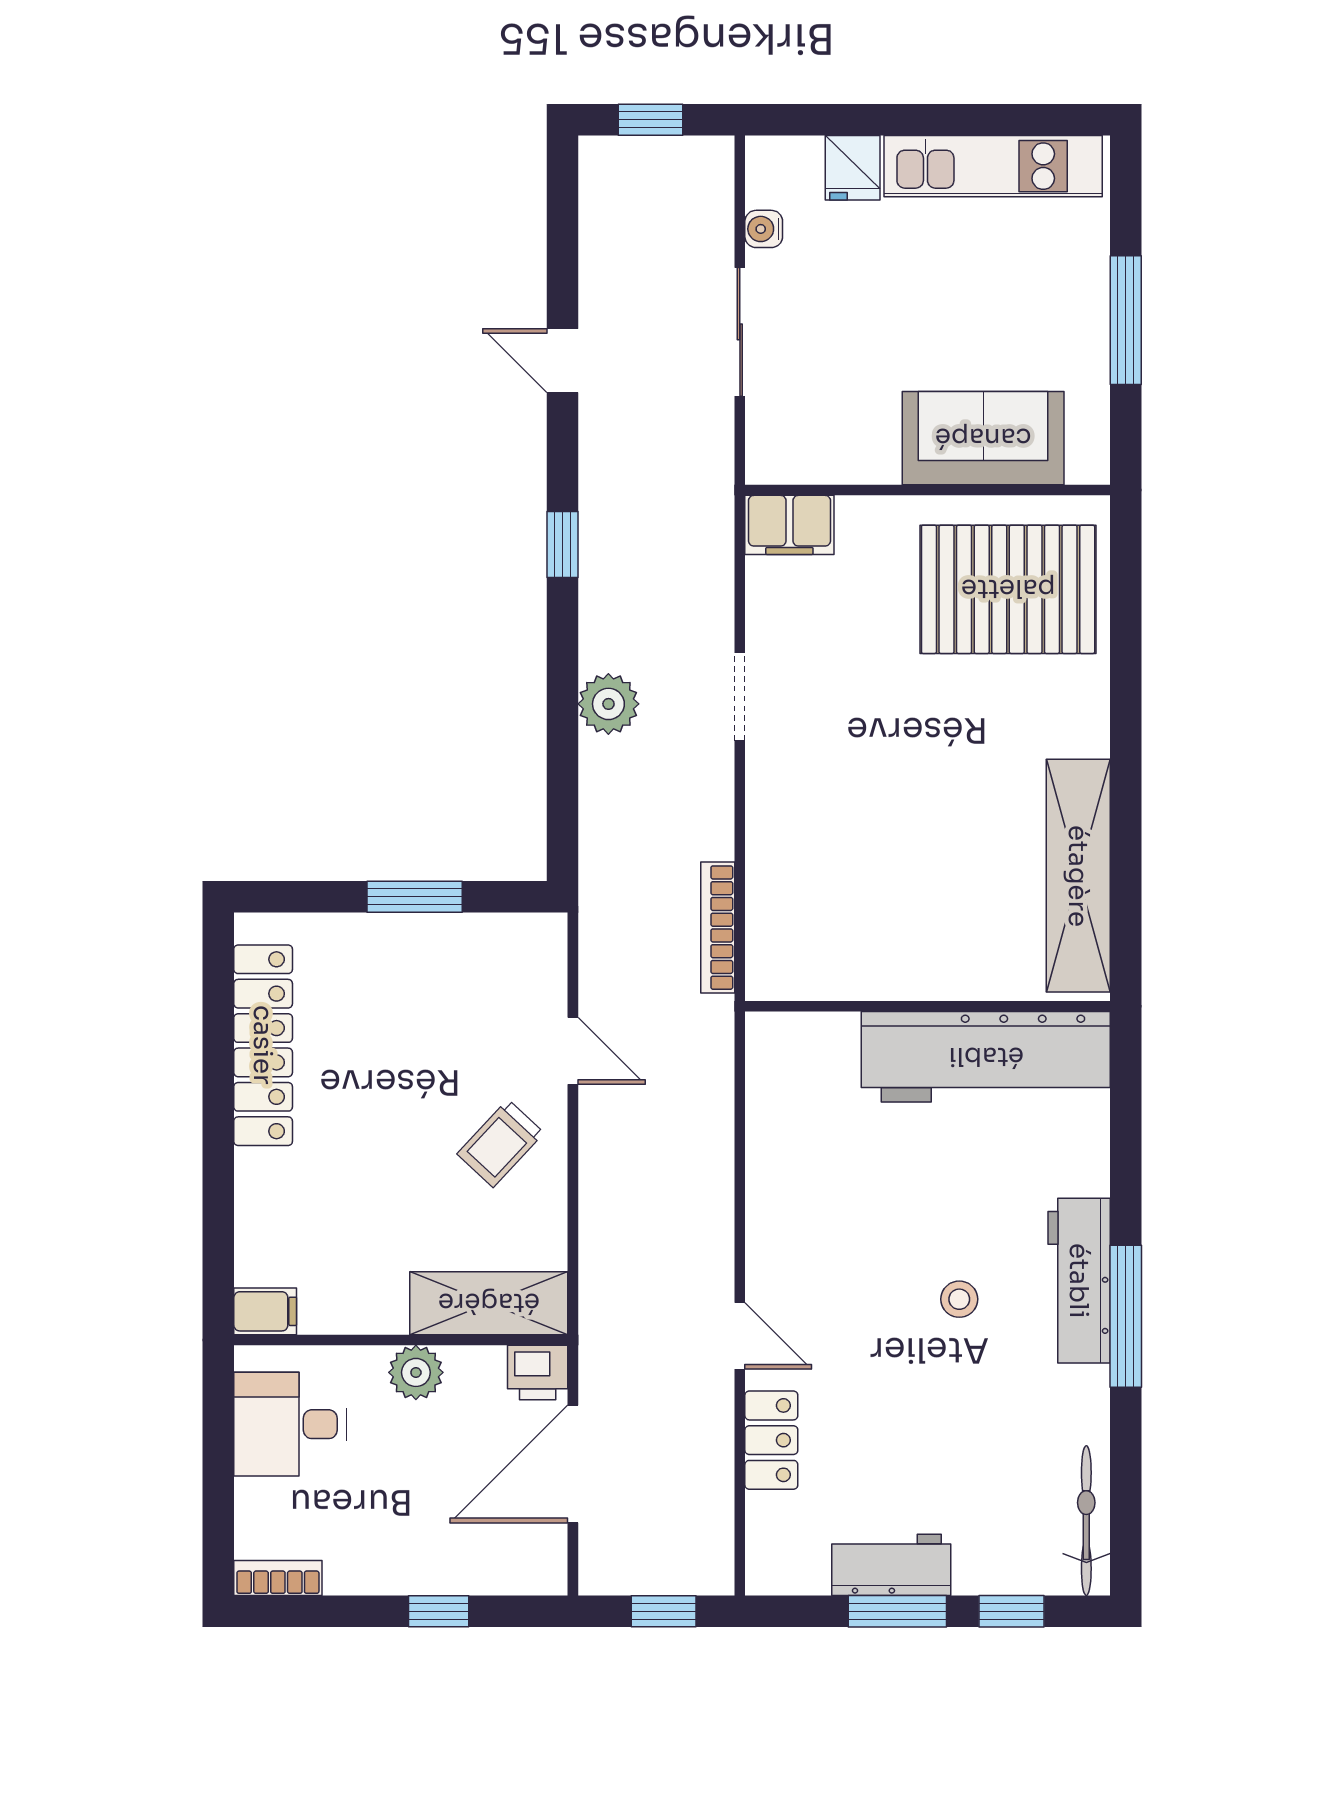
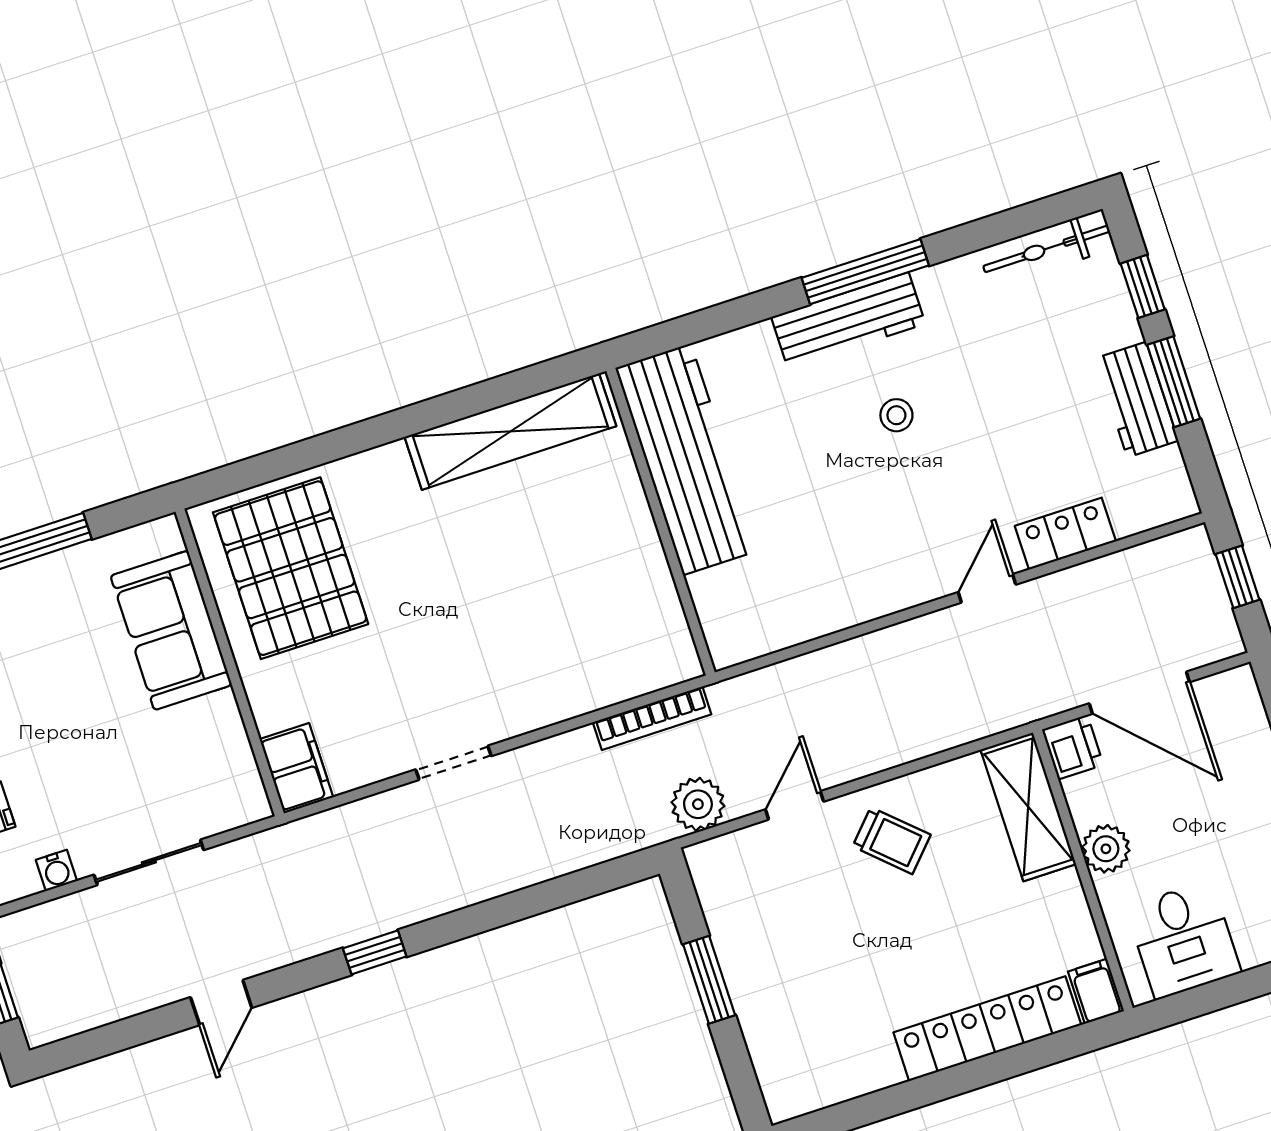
plant: (608, 704) -> (698, 804), moved
locker: (263, 1045) -> (987, 1029), moved

